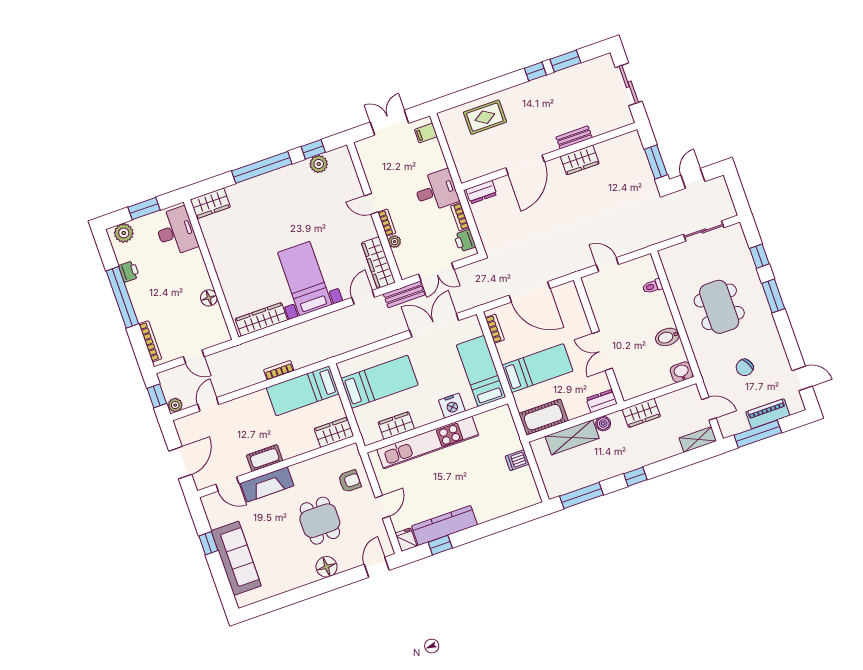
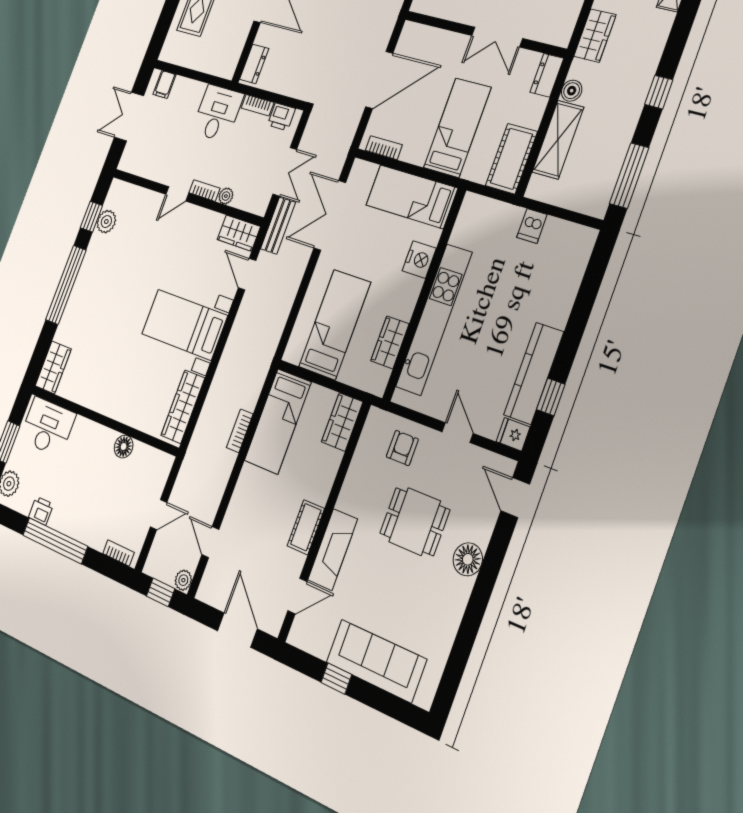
wardrobe: (378, 263) -> (239, 233), width x0.67
bookcase: (150, 341) -> (119, 553), width x0.64

